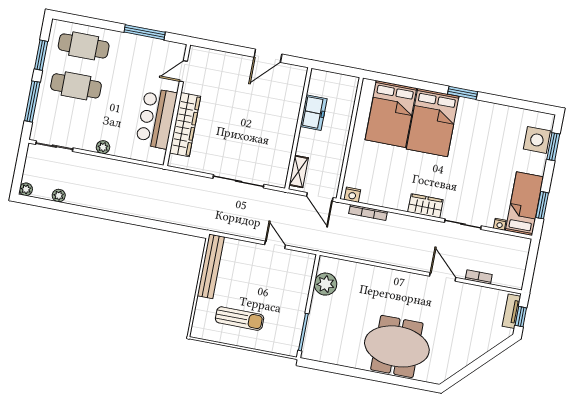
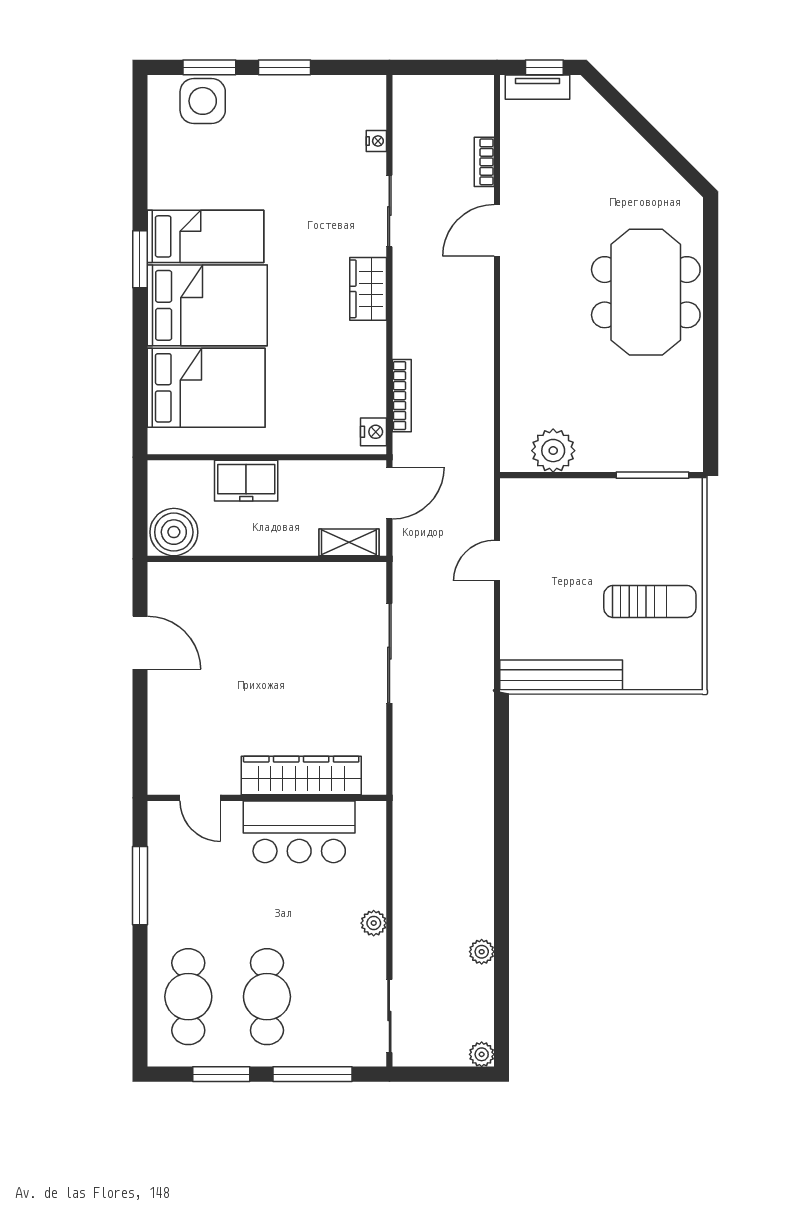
boiler: (321, 84) -> (174, 532), added
freezer: (314, 113) -> (246, 481), moved, turned 180
plant: (59, 196) -> (482, 952), moved
bed: (524, 204) -> (206, 236), moved, turned 180
window: (542, 205) -> (284, 67), moved
sun lounger: (240, 319) -> (650, 601), turned 90

